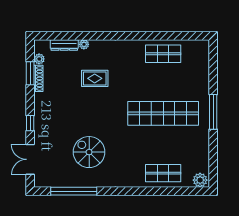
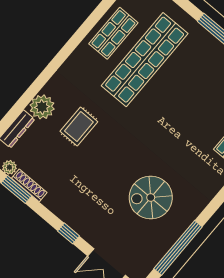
plant: (84, 44) -> (42, 107), width x1.87, depth x1.87
shop shelf: (163, 113) -> (145, 60), moved

